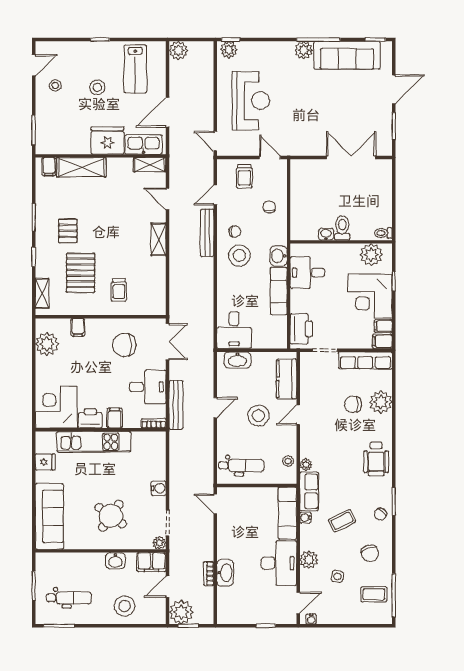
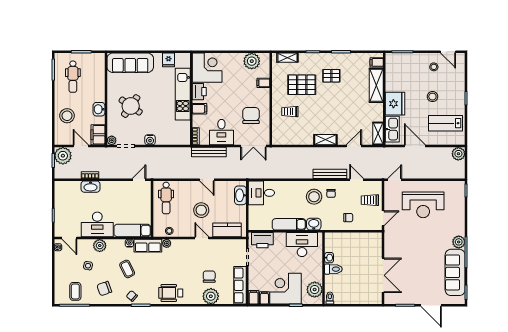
plant: (229, 50) -> (459, 189), removed
desk: (307, 273) -> (302, 245), width x1.37

